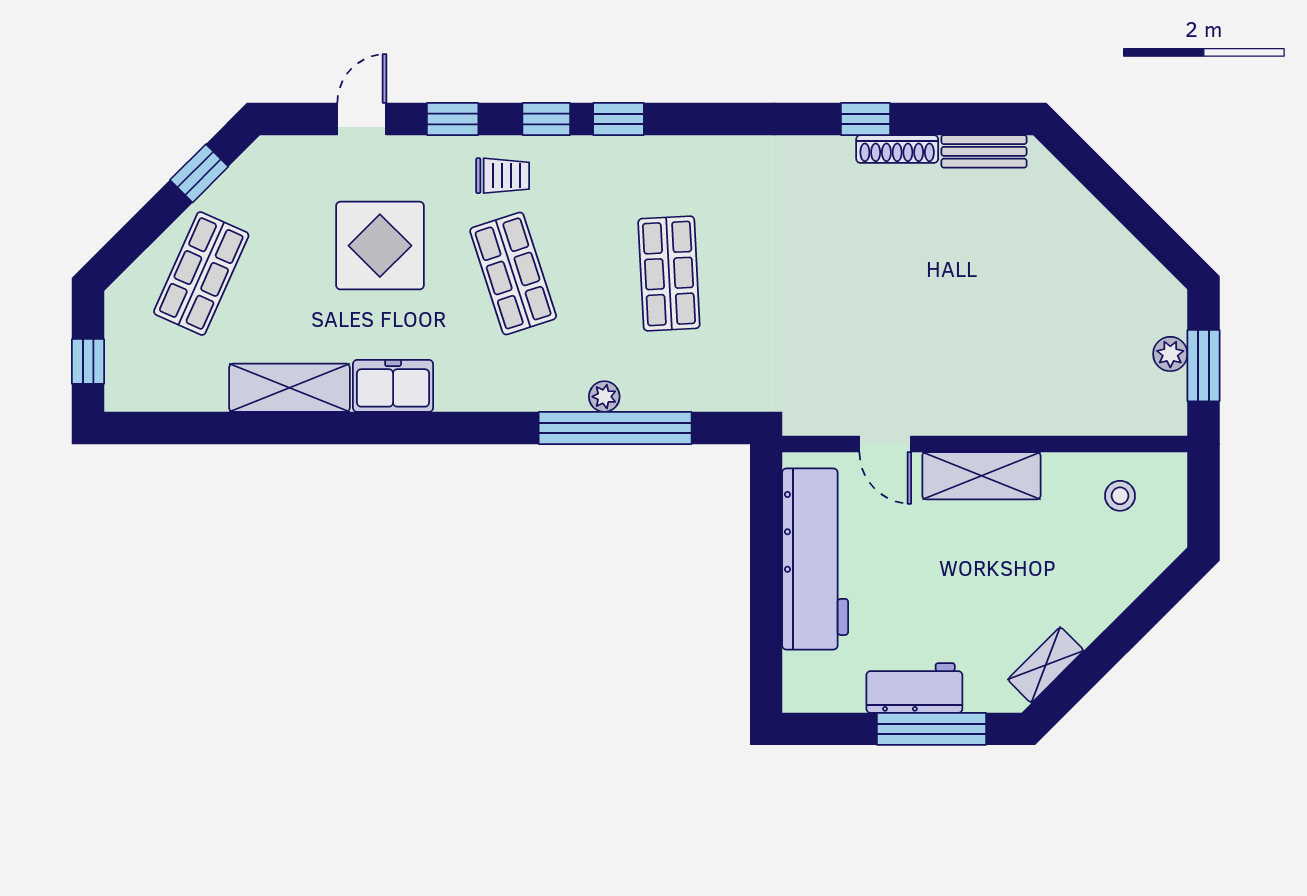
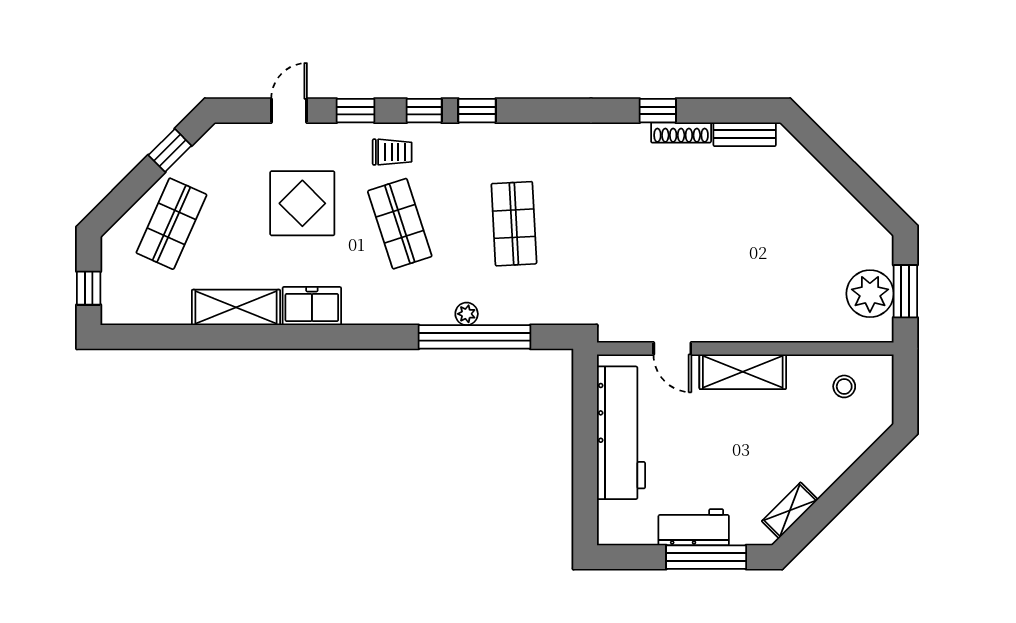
plant: (1170, 354) -> (870, 294), width x1.88, depth x1.88

